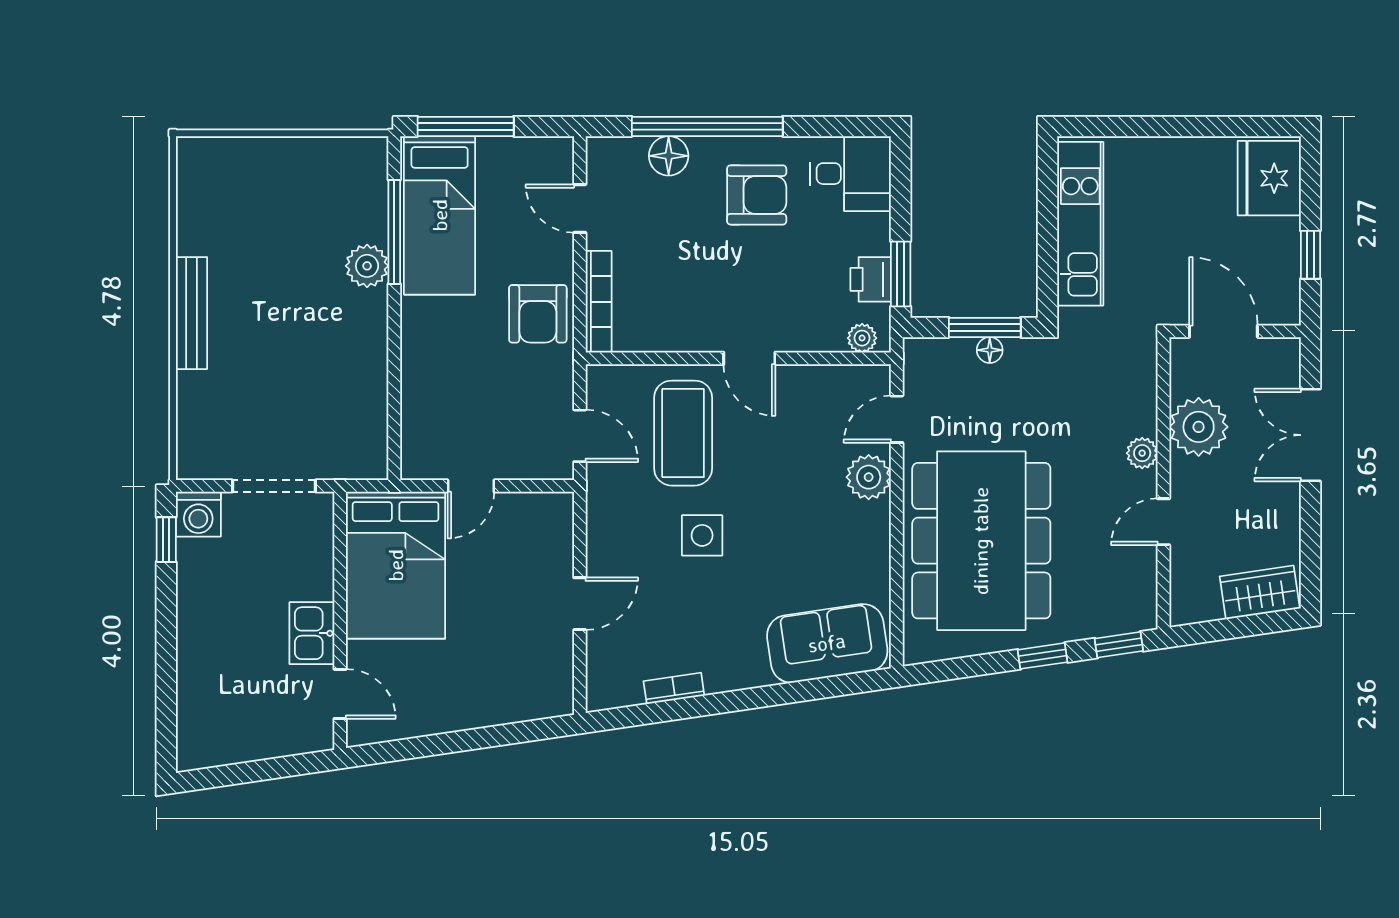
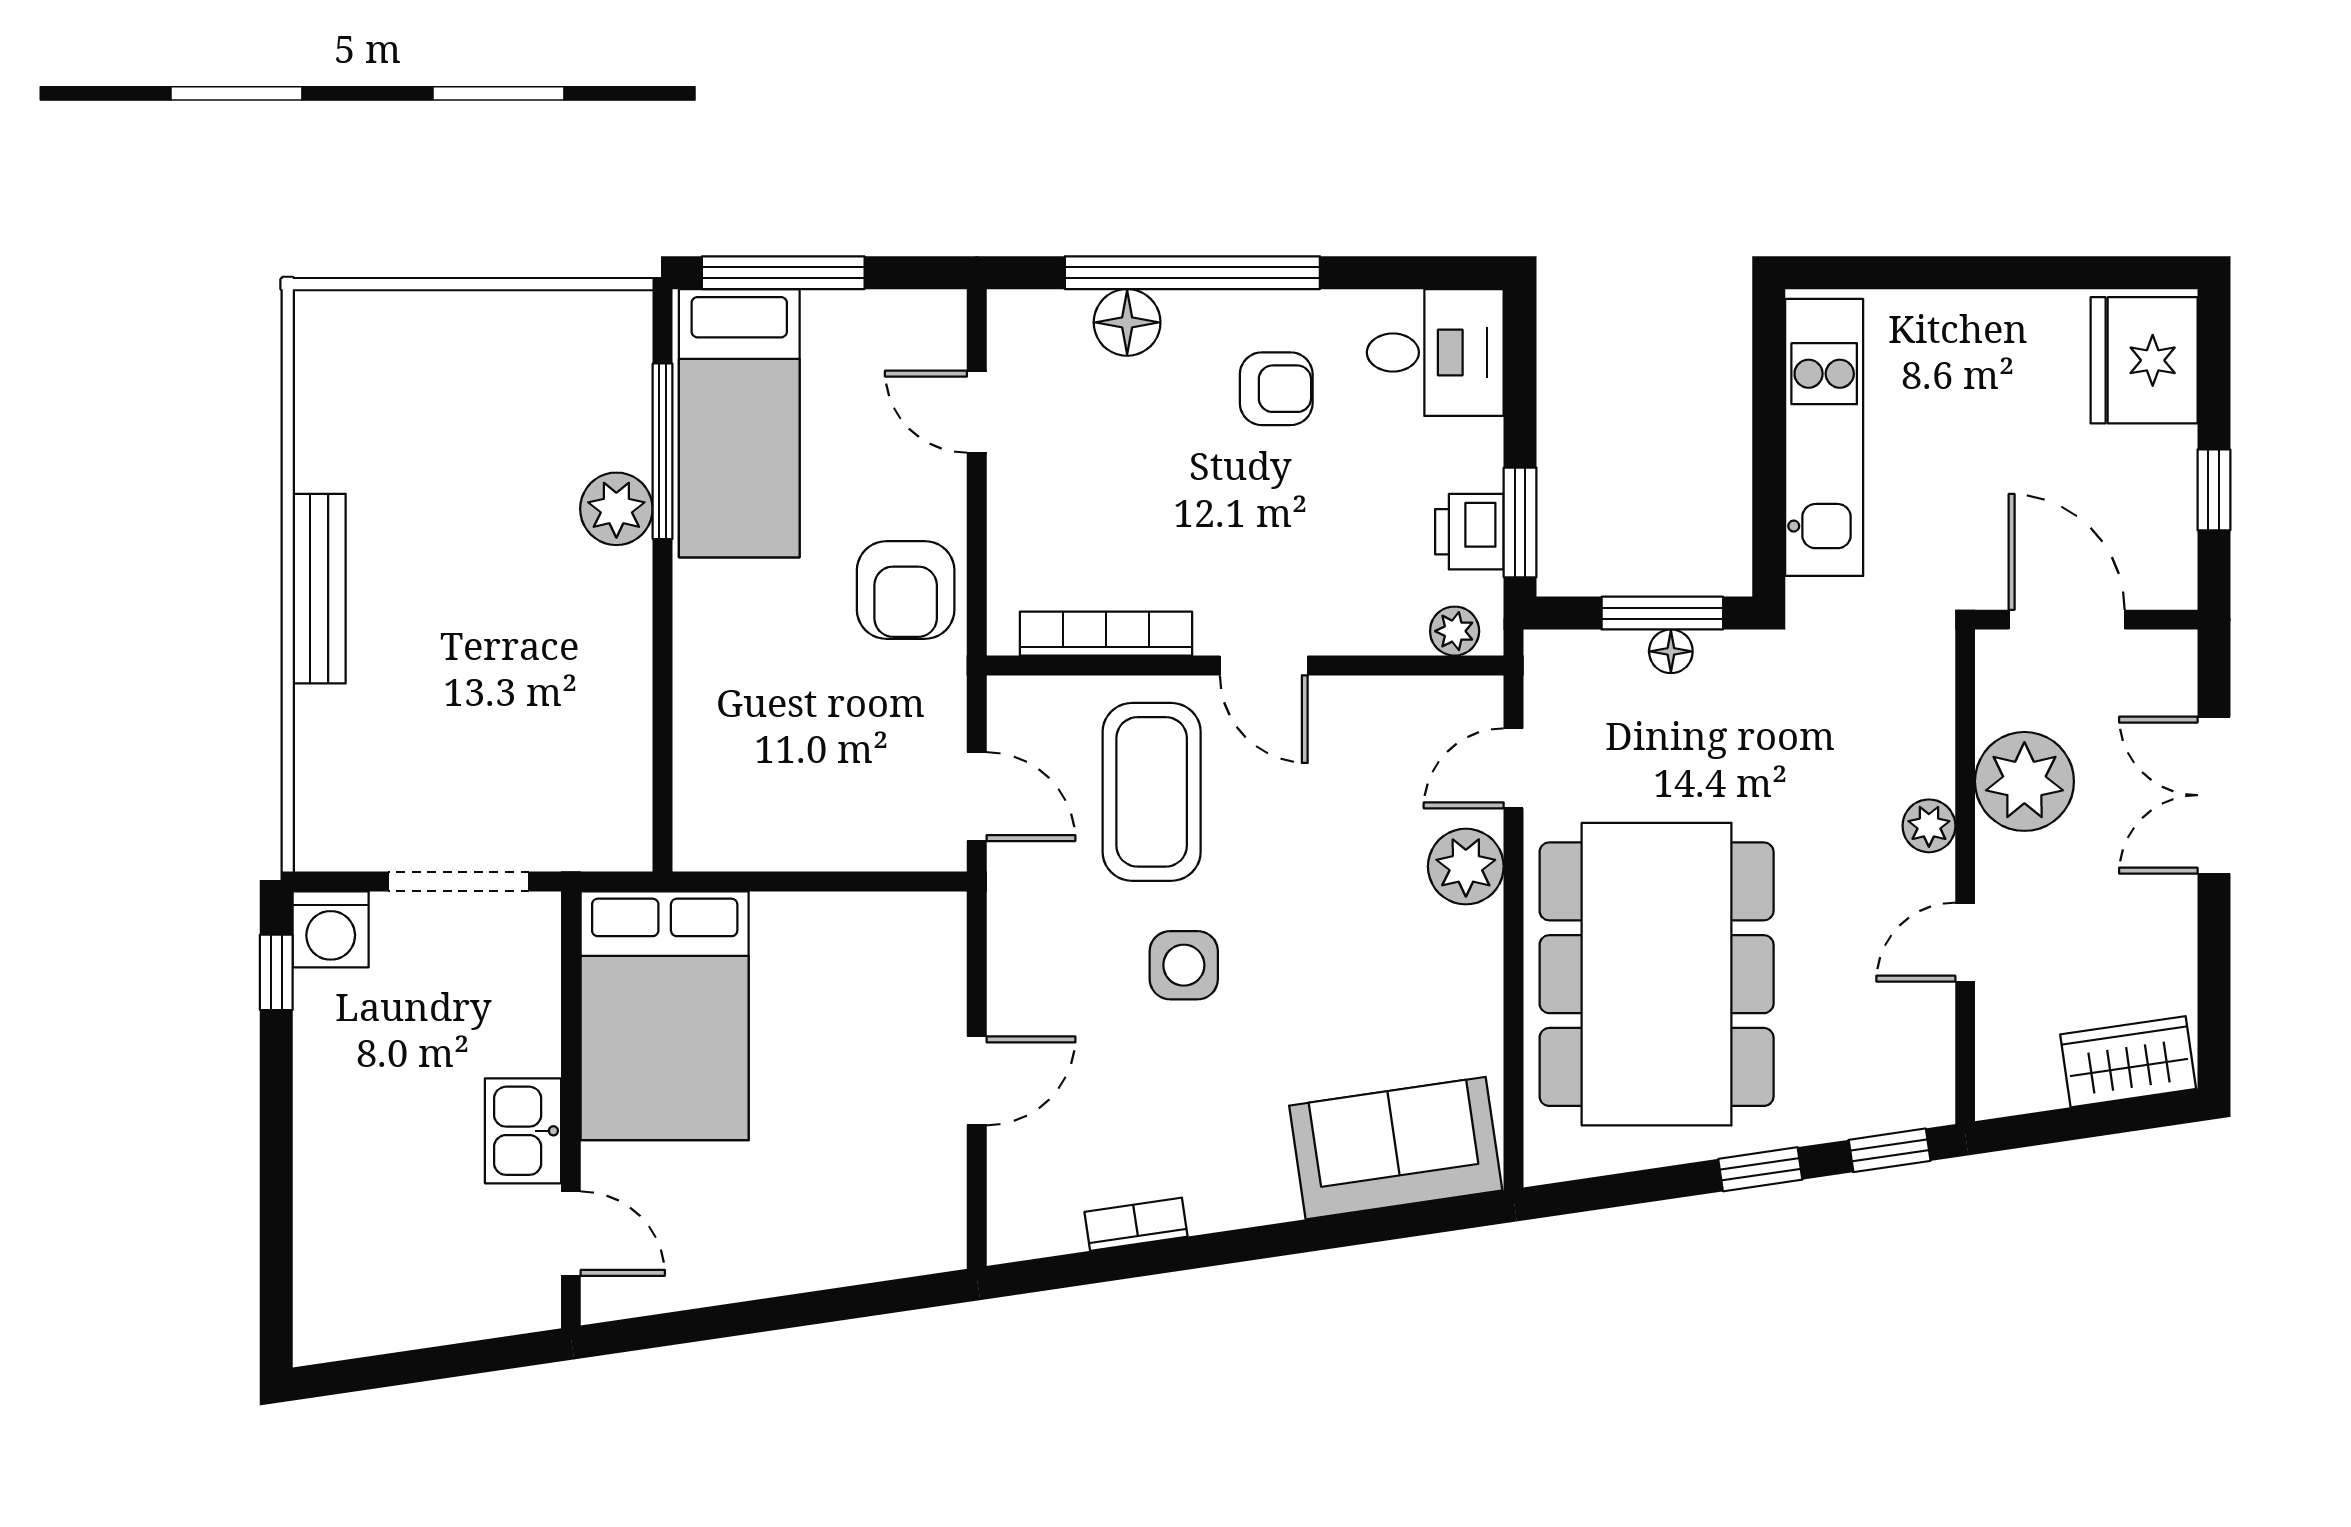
armchair: (757, 195) -> (1276, 389), width x0.72, depth x0.72
bookcase: (599, 302) -> (1106, 634), moved, turned -90
door: (471, 486) -> (792, 881), removed

